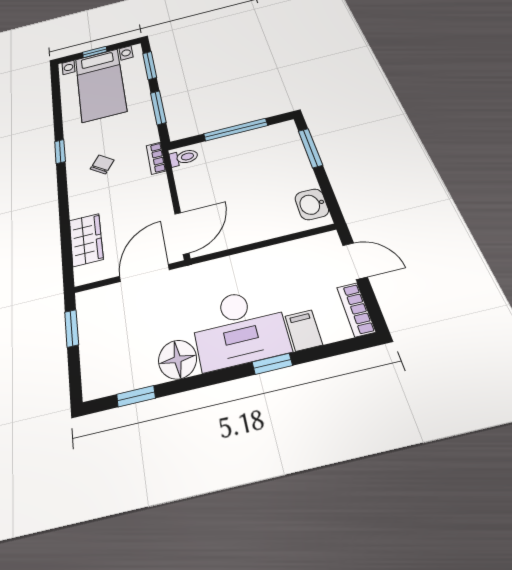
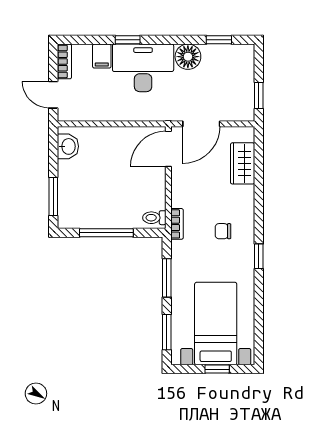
chair: (102, 164) -> (223, 231), turned 54

